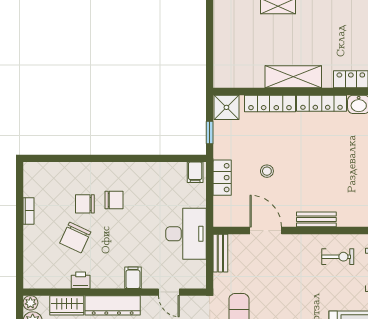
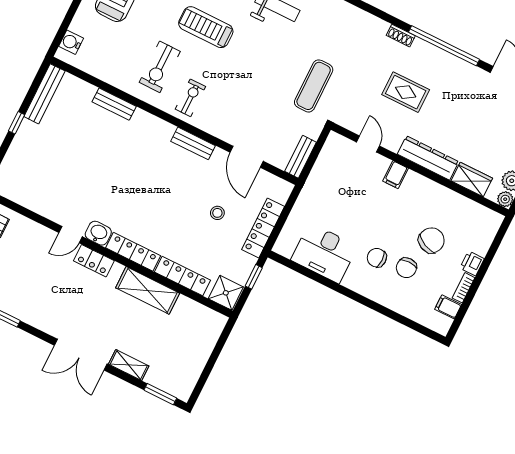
filing cabinet: (195, 172) -> (448, 307), moved, turned -90
locker: (222, 178) -> (263, 228), width x1.53
chair: (85, 204) -> (406, 268), turned 90
desk: (186, 234) -> (324, 253), moved, turned -90
exercise bike: (338, 257) -> (190, 98), turned 90
printer: (81, 280) -> (472, 263), moved, turned 90

